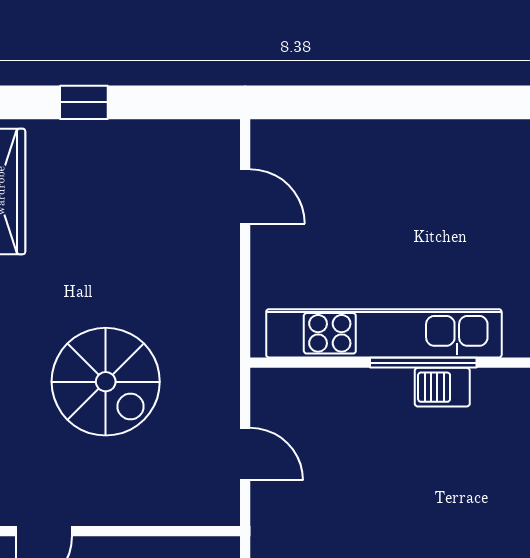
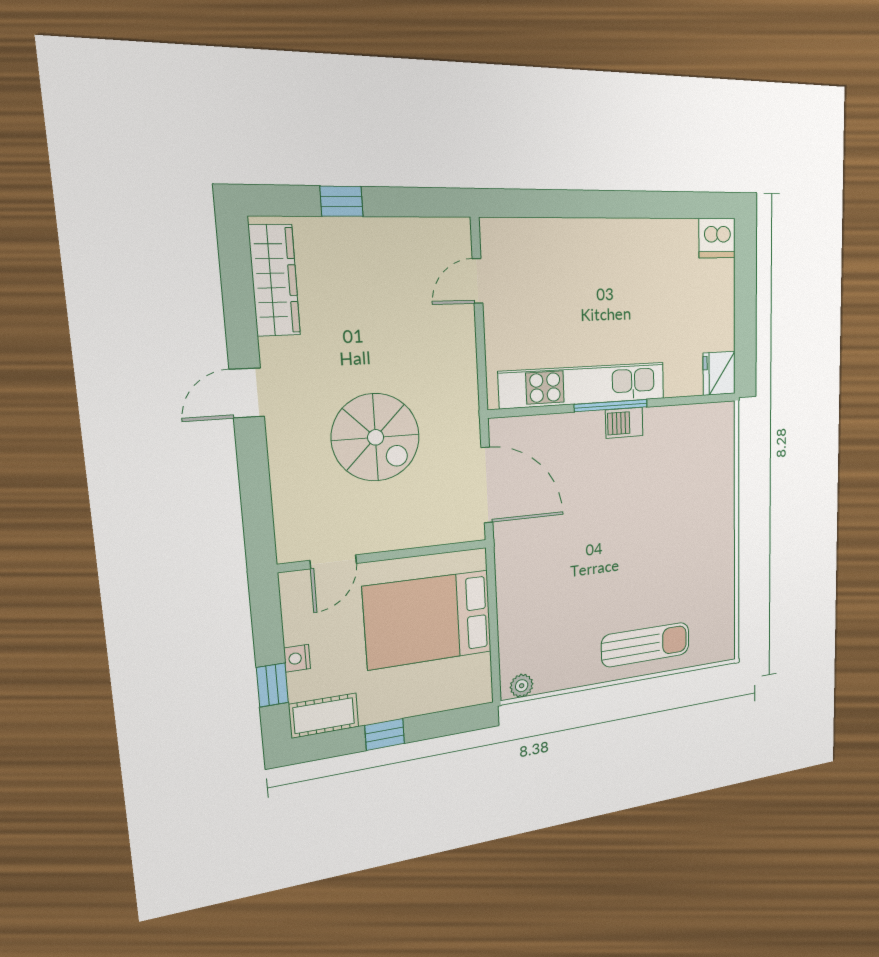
door: (245, 196) -> (478, 281), swing flipped
door: (245, 454) -> (487, 485), width x1.88

